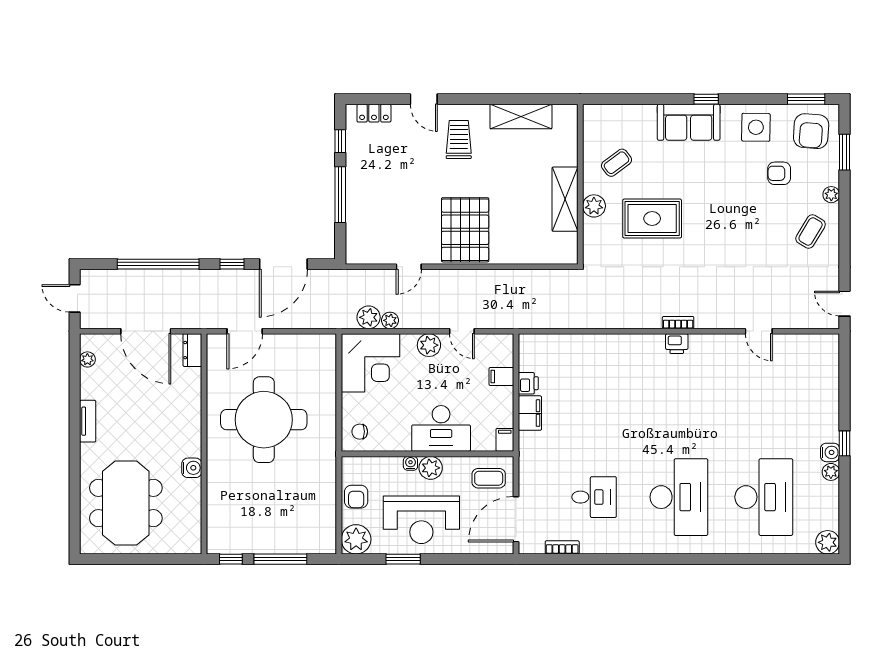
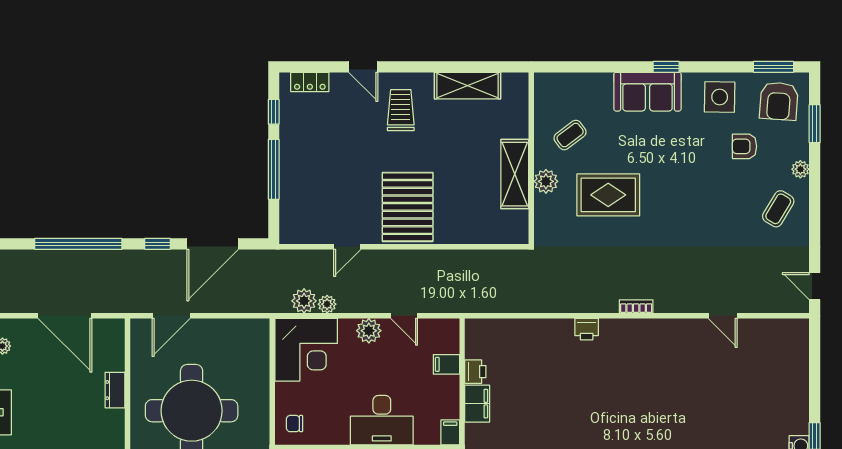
printer: (677, 344) -> (587, 329), moved
dresser: (192, 350) -> (115, 390), moved

